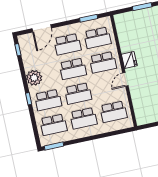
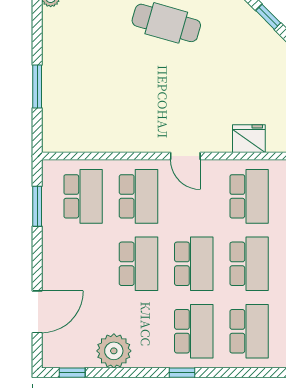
door: (42, 28) -> (37, 312), hinge flipped
school desk: (67, 44) -> (83, 264), removed
fridge: (129, 60) -> (249, 139), moved
plant: (34, 78) -> (114, 351), moved

